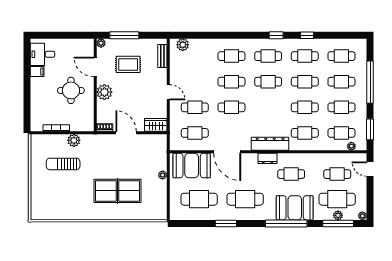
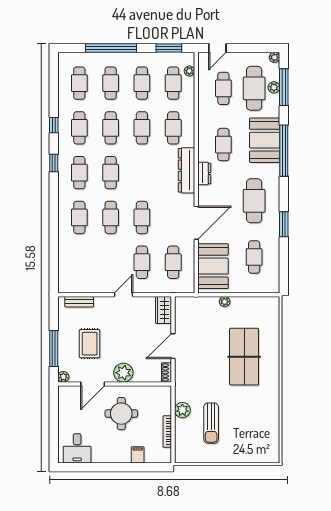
plant: (183, 45) -> (65, 277), removed
filing cabinet: (37, 72) -> (138, 455), moved
cafe table: (199, 199) -> (254, 257), width x0.73, depth x0.74

